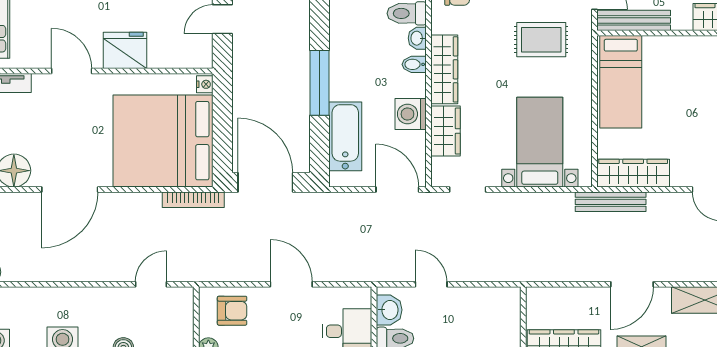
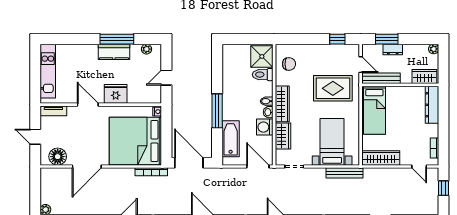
washbasin: (417, 38) -> (268, 112), moved
rug: (541, 40) -> (333, 88), width x1.36, depth x1.43
bench: (611, 202) -> (344, 173), moved

